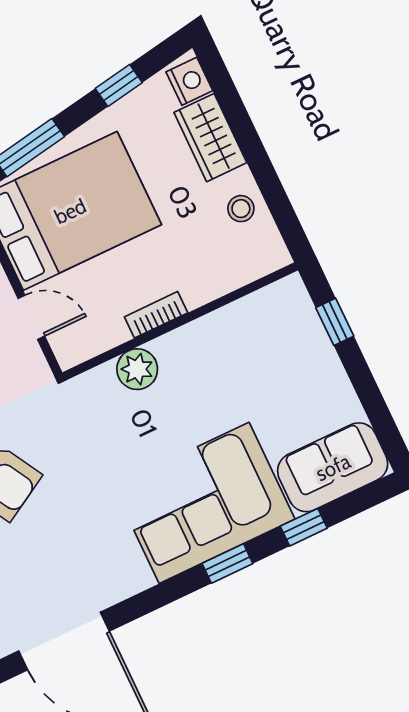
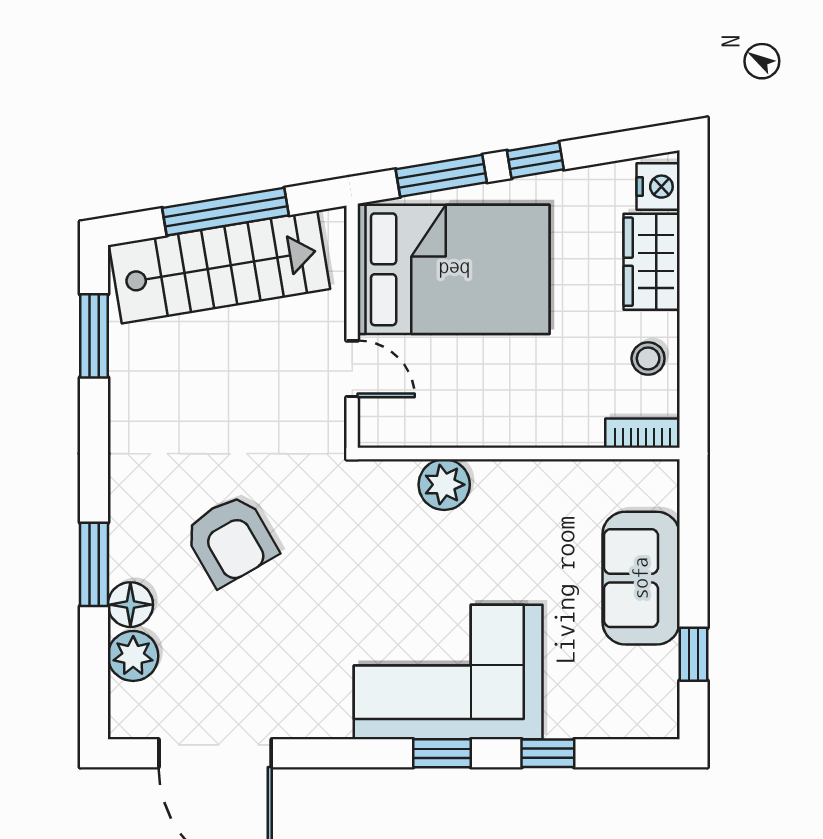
window: (119, 85) -> (535, 160), moved
bookcase: (156, 315) -> (642, 433), moved
window: (335, 322) -> (693, 654), moved
sofa: (333, 467) -> (641, 578), moved, turned -90

